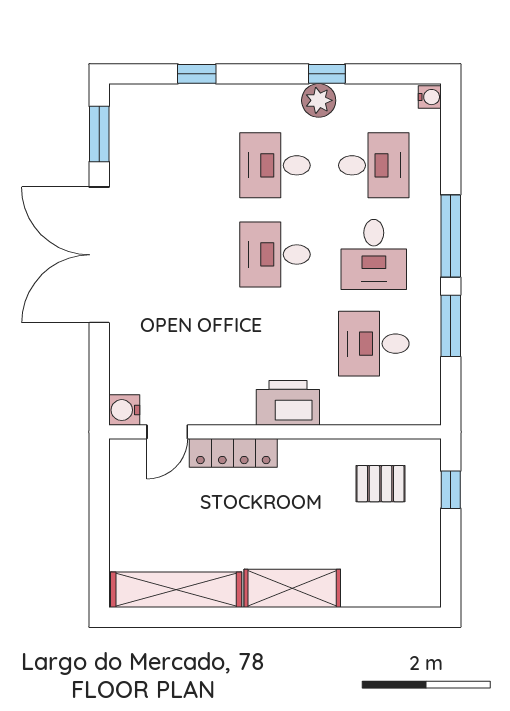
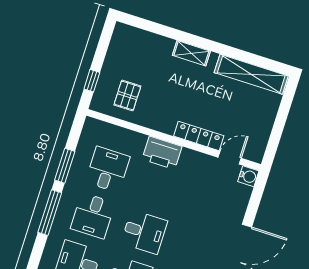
desk: (374, 254) -> (93, 216), turned 180
desk: (374, 344) -> (108, 169), turned -90
pallet: (380, 484) -> (127, 96), turned 90
shelving: (292, 588) -> (191, 53), width x0.67, depth x0.75

